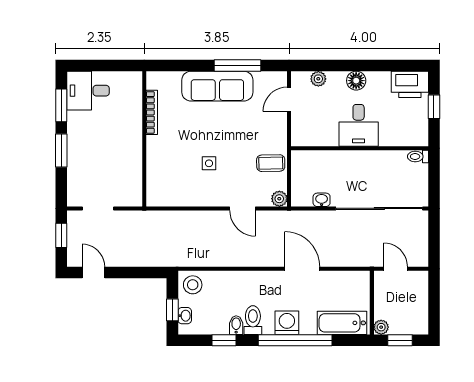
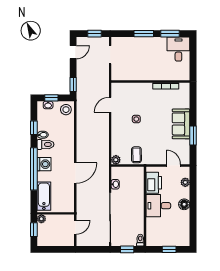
window: (238, 65) -> (193, 136), width x0.69
printer: (410, 84) -> (154, 183), moved, turned 180
sofa: (217, 86) -> (181, 124), width x0.73
window: (434, 179) -> (127, 249), added
door: (243, 208) -> (110, 105), moved
window: (149, 272) -> (73, 85), added

